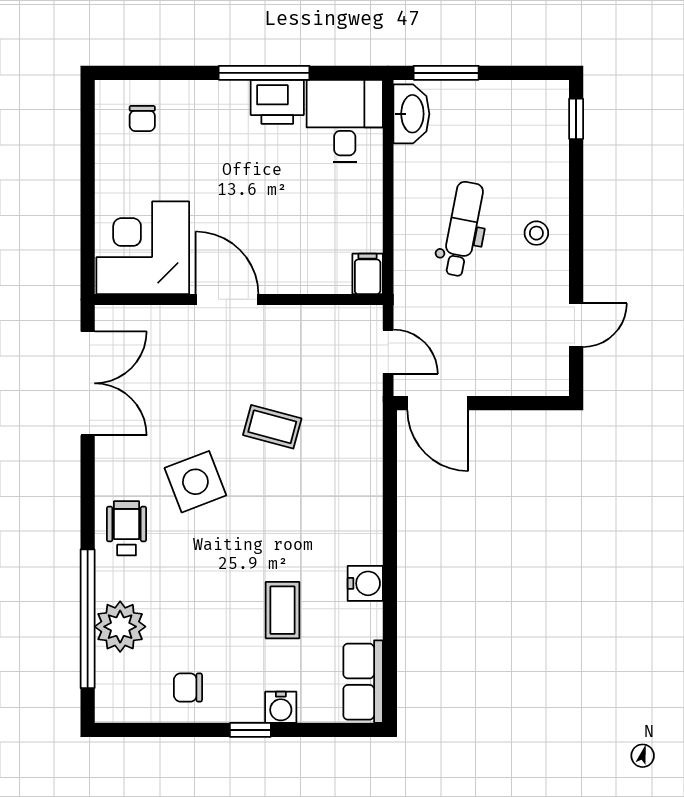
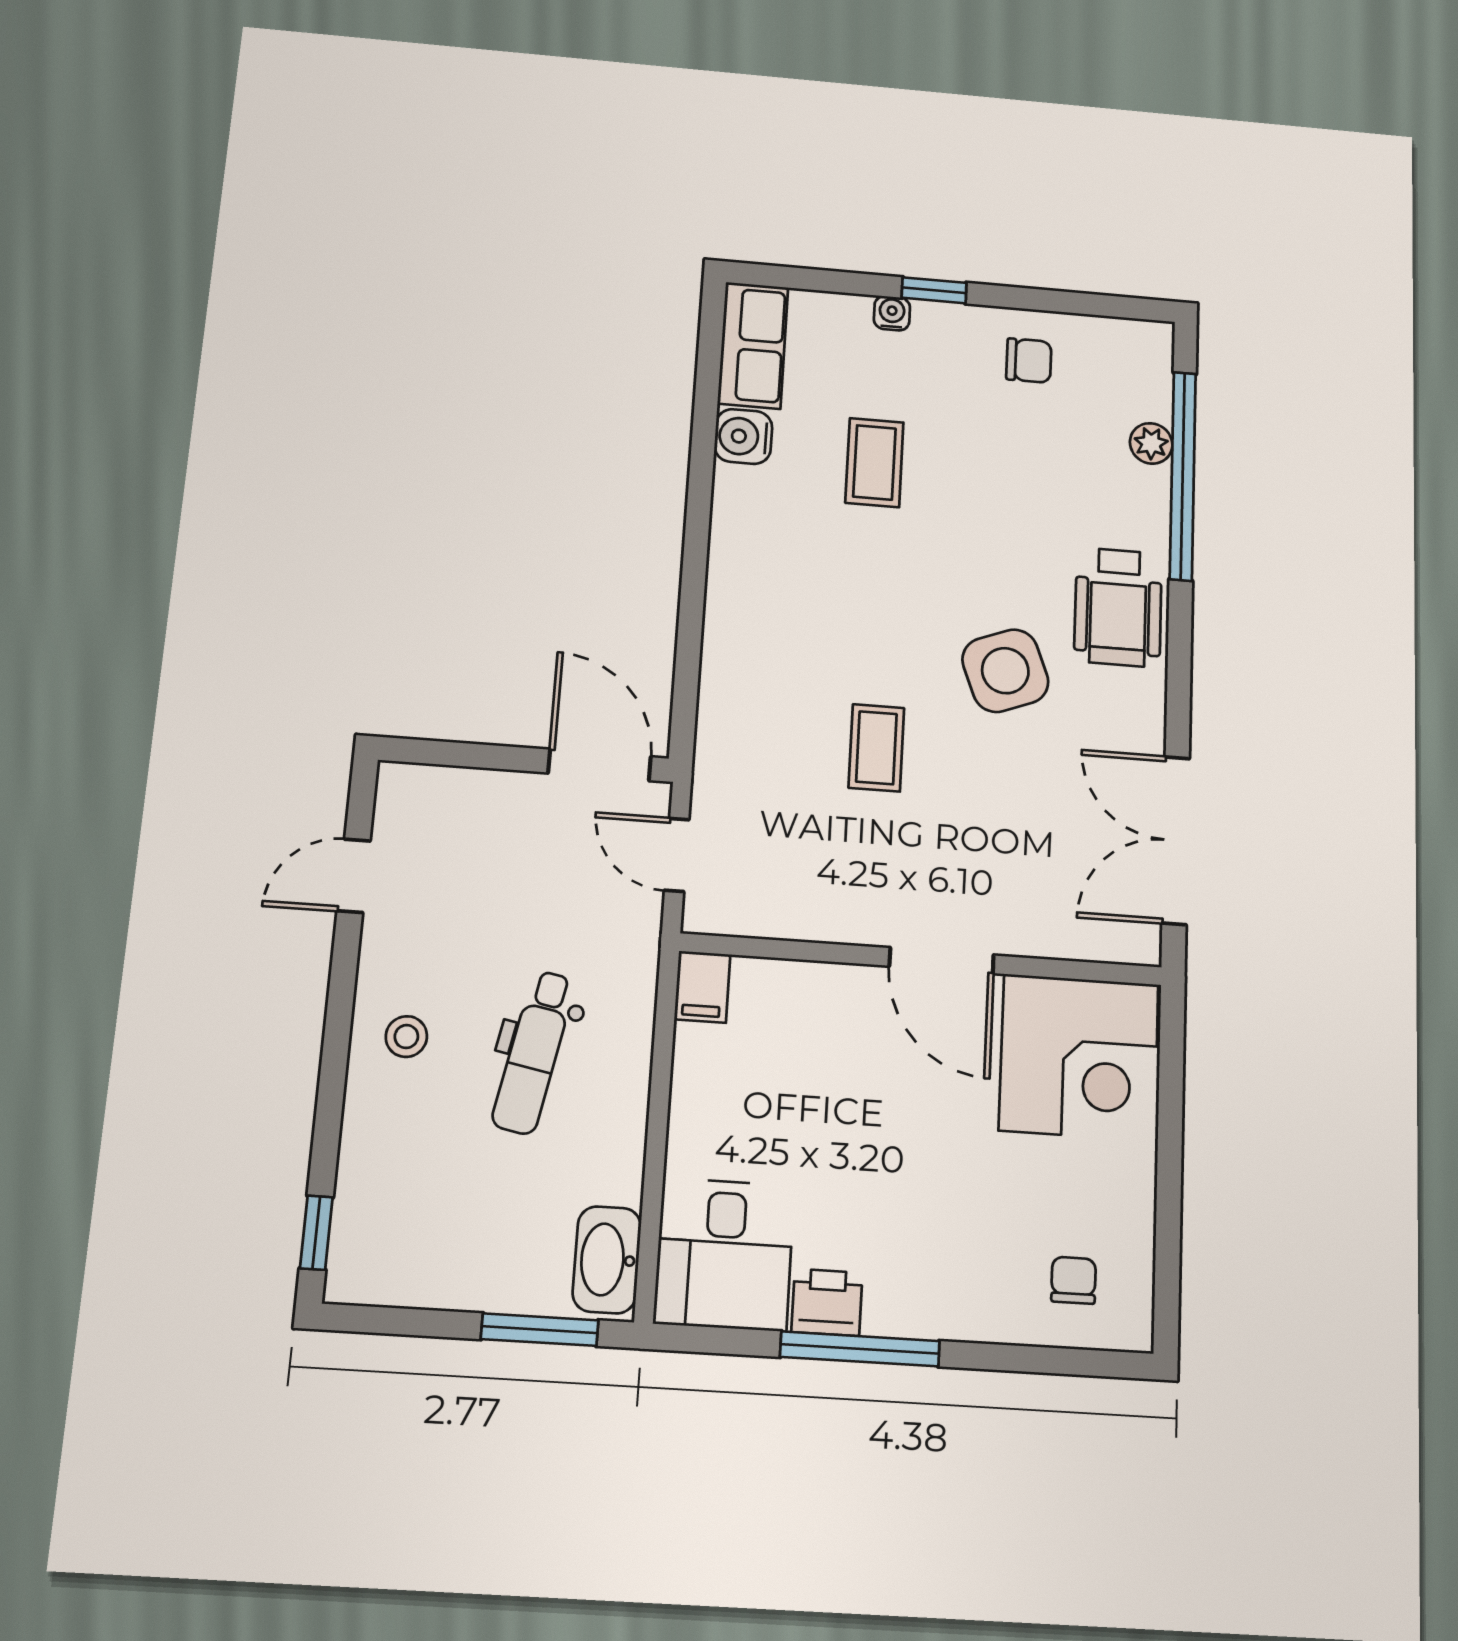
printer: (277, 102) -> (827, 1302), width x0.73, depth x0.81
coffee table: (272, 427) -> (876, 748), turned 75
wheelchair: (127, 528) -> (1118, 607), width x1.36, depth x1.37
water cooler: (365, 583) -> (743, 436), moved
plant: (120, 627) -> (1151, 443), width x0.53, depth x0.53
water cooler: (281, 707) -> (892, 313), width x0.72, depth x0.72

